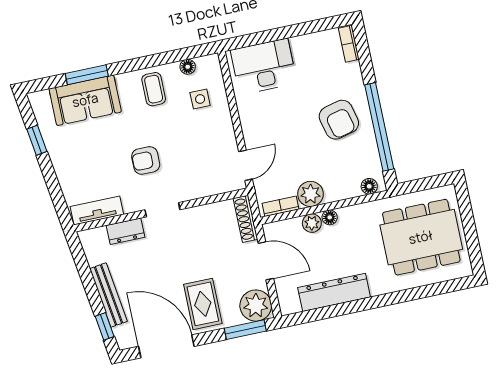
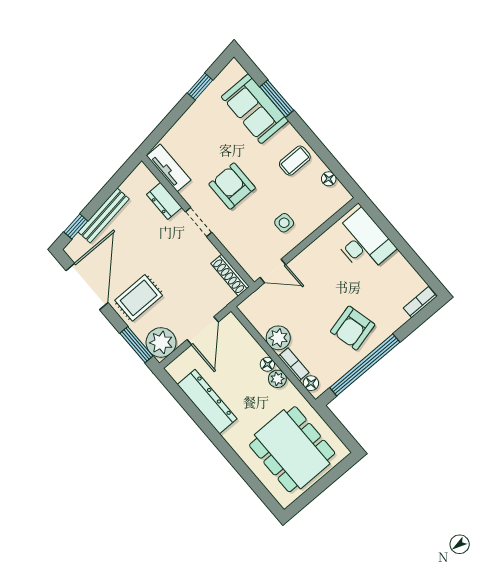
side table: (200, 99) -> (284, 223), moved
armchair: (146, 160) -> (232, 186), width x1.38, depth x1.38
bookcase: (280, 206) -> (294, 364), moved
shoe rack: (246, 219) -> (230, 275), moved, turned -90
plant: (312, 223) -> (277, 379), moved

